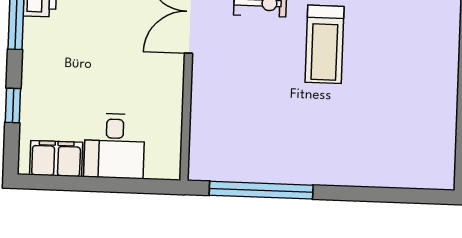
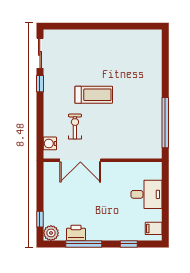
filing cabinet: (56, 159) -> (154, 228), width x0.50

